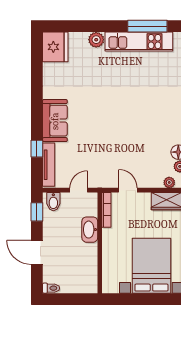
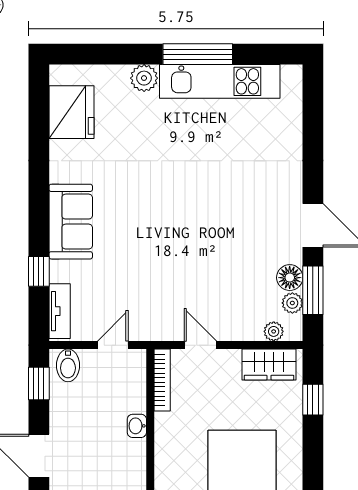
window: (147, 26) -> (198, 54), moved
fridge: (55, 47) -> (71, 112), moved
tv unit: (49, 165) -> (60, 311), width x0.71
washbasin: (90, 230) -> (137, 426), width x0.52, depth x0.69

